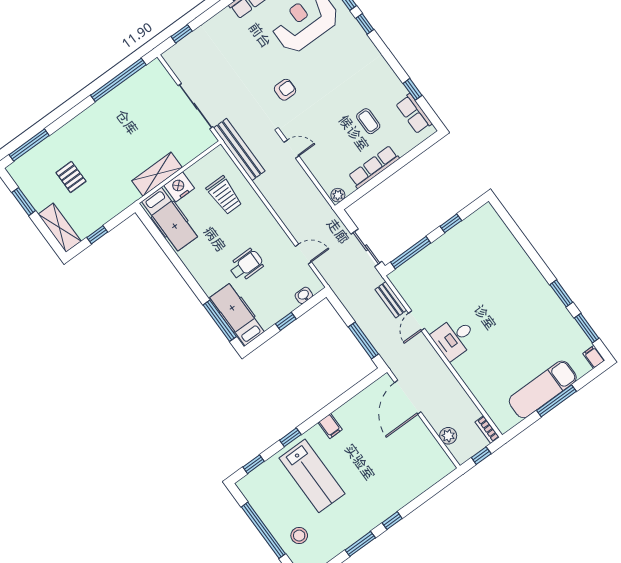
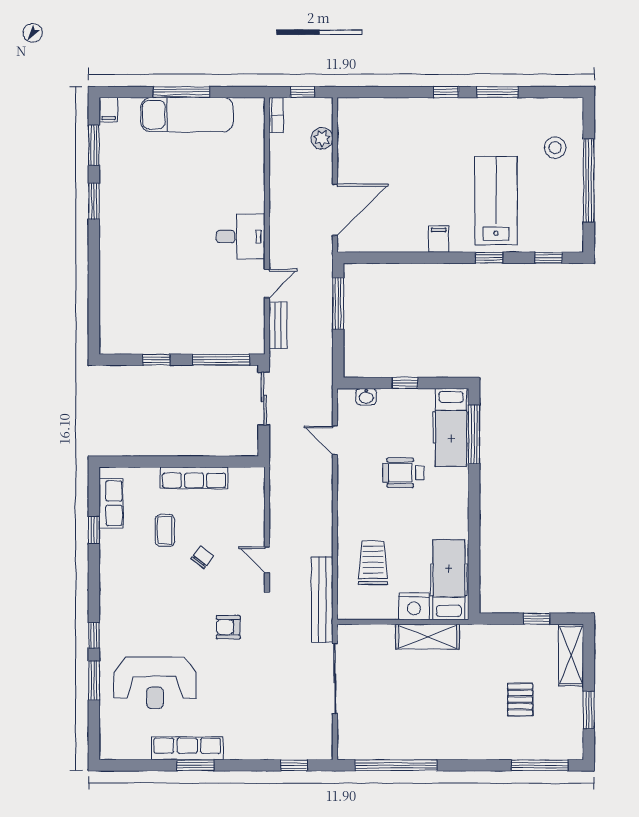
chair: (333, 122) -> (202, 557), added
plant: (338, 195) -> (253, 476), removed

